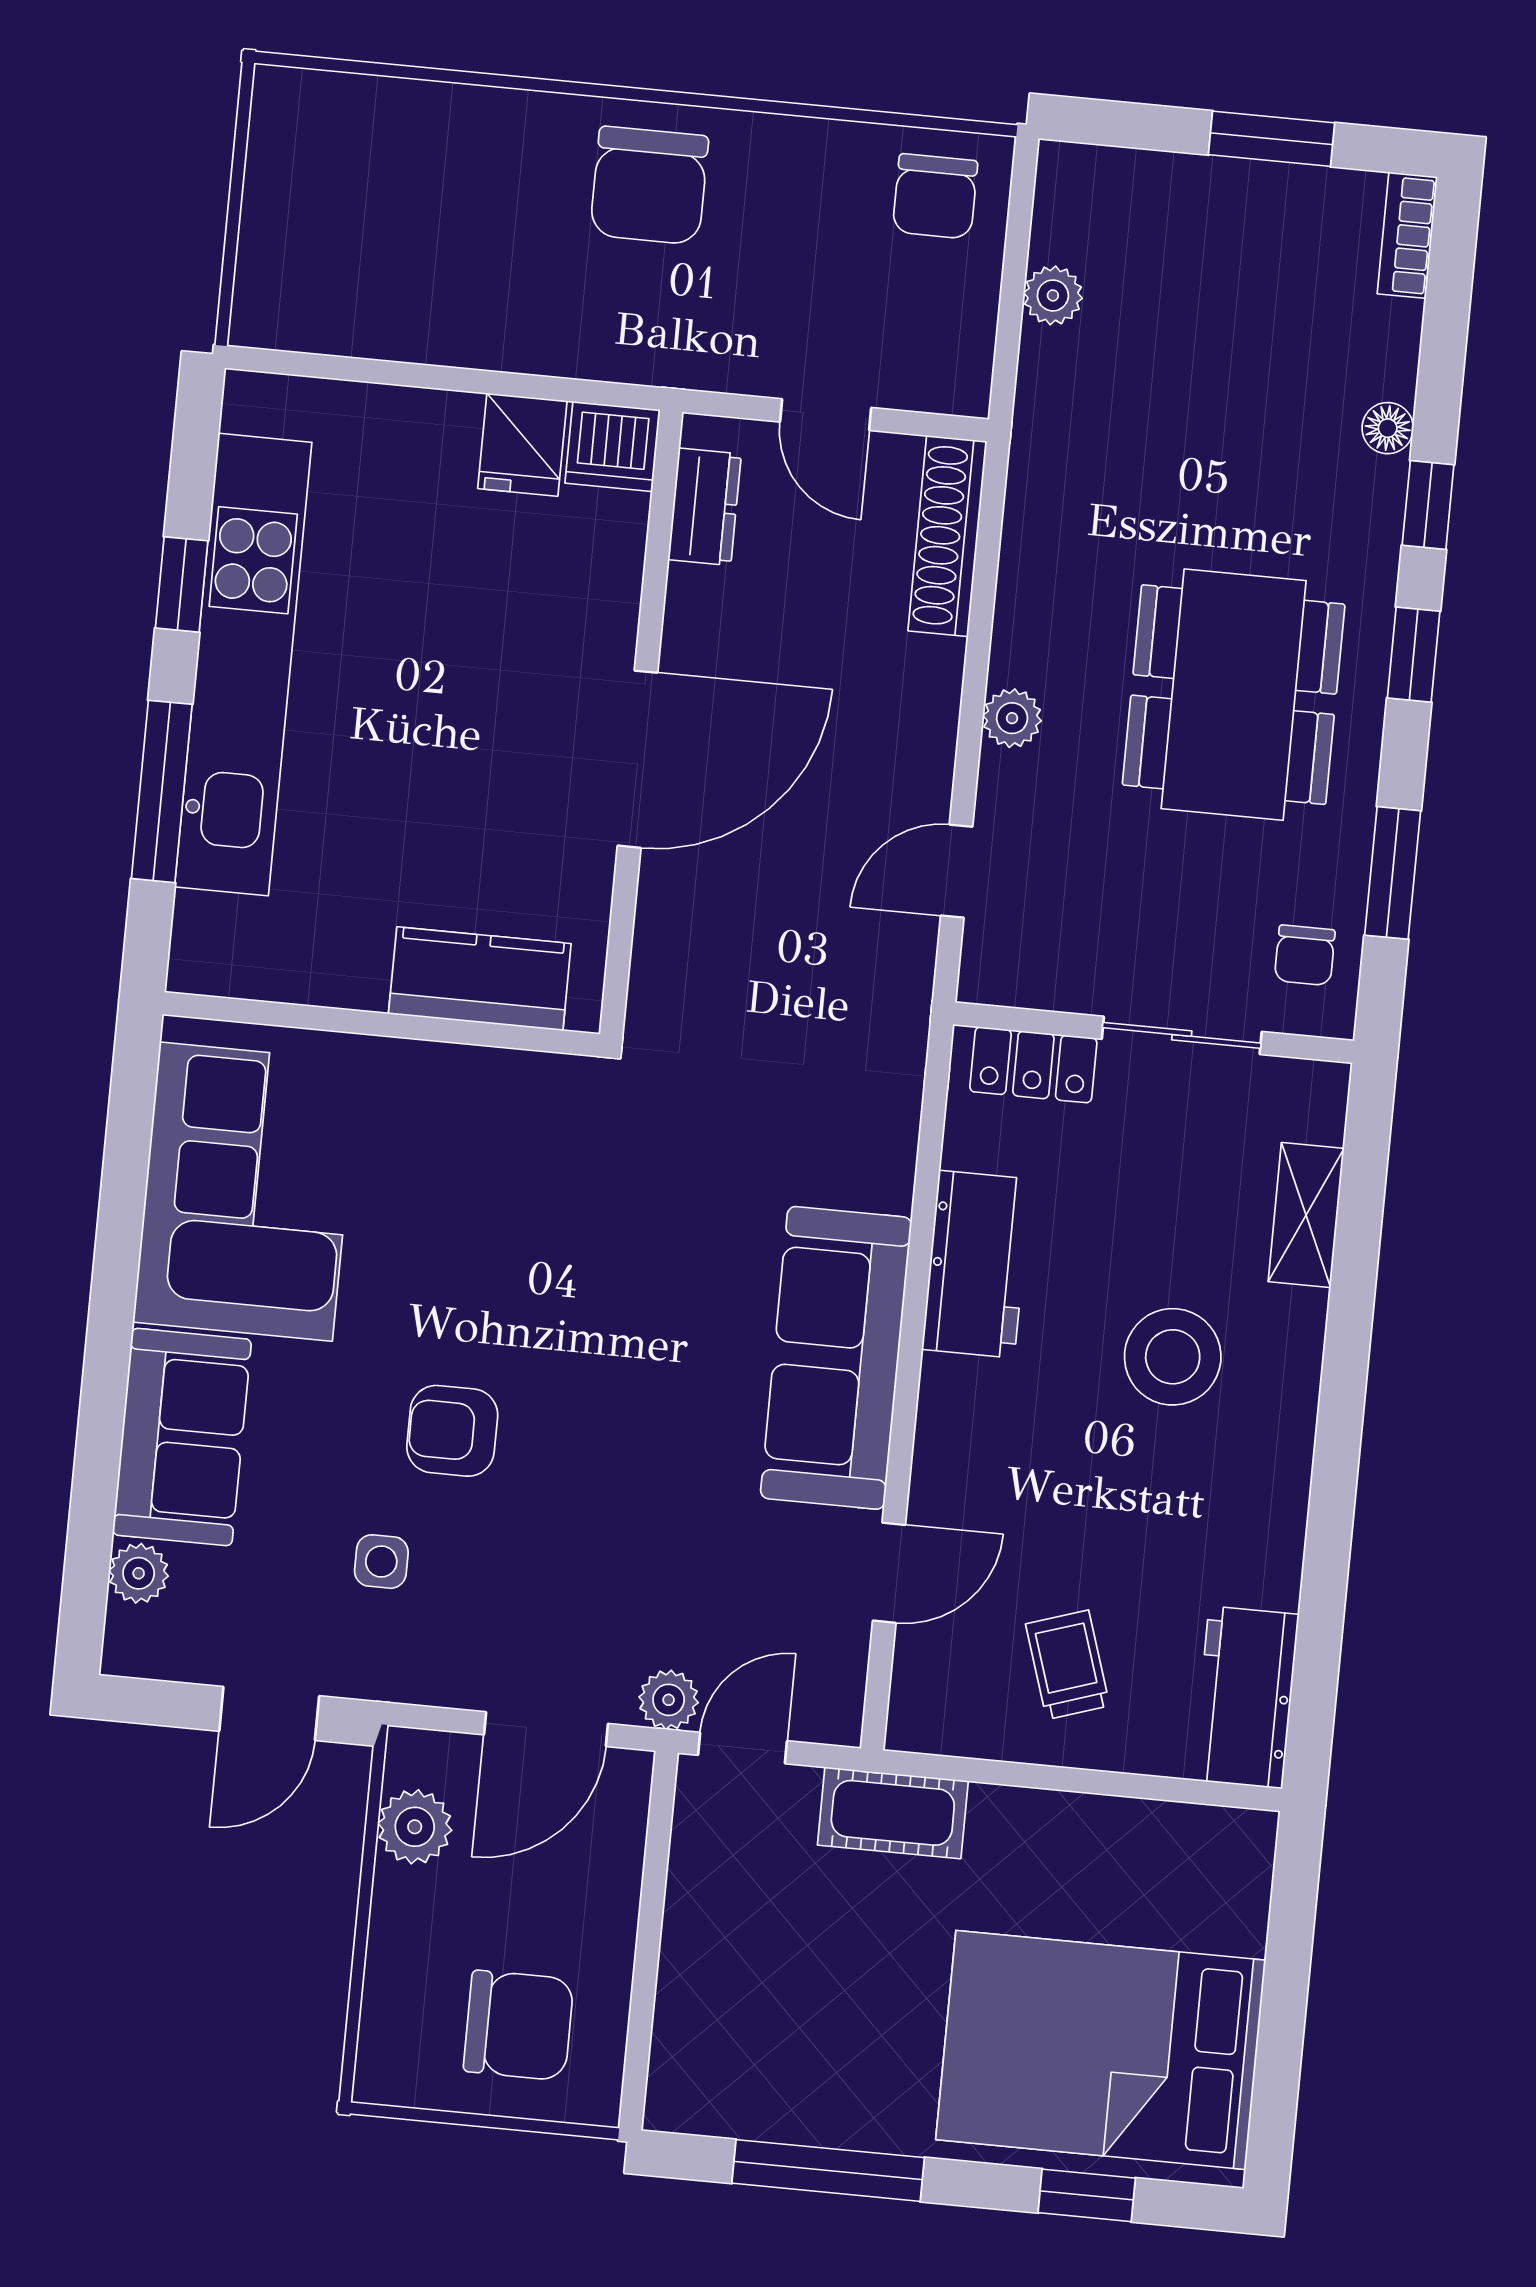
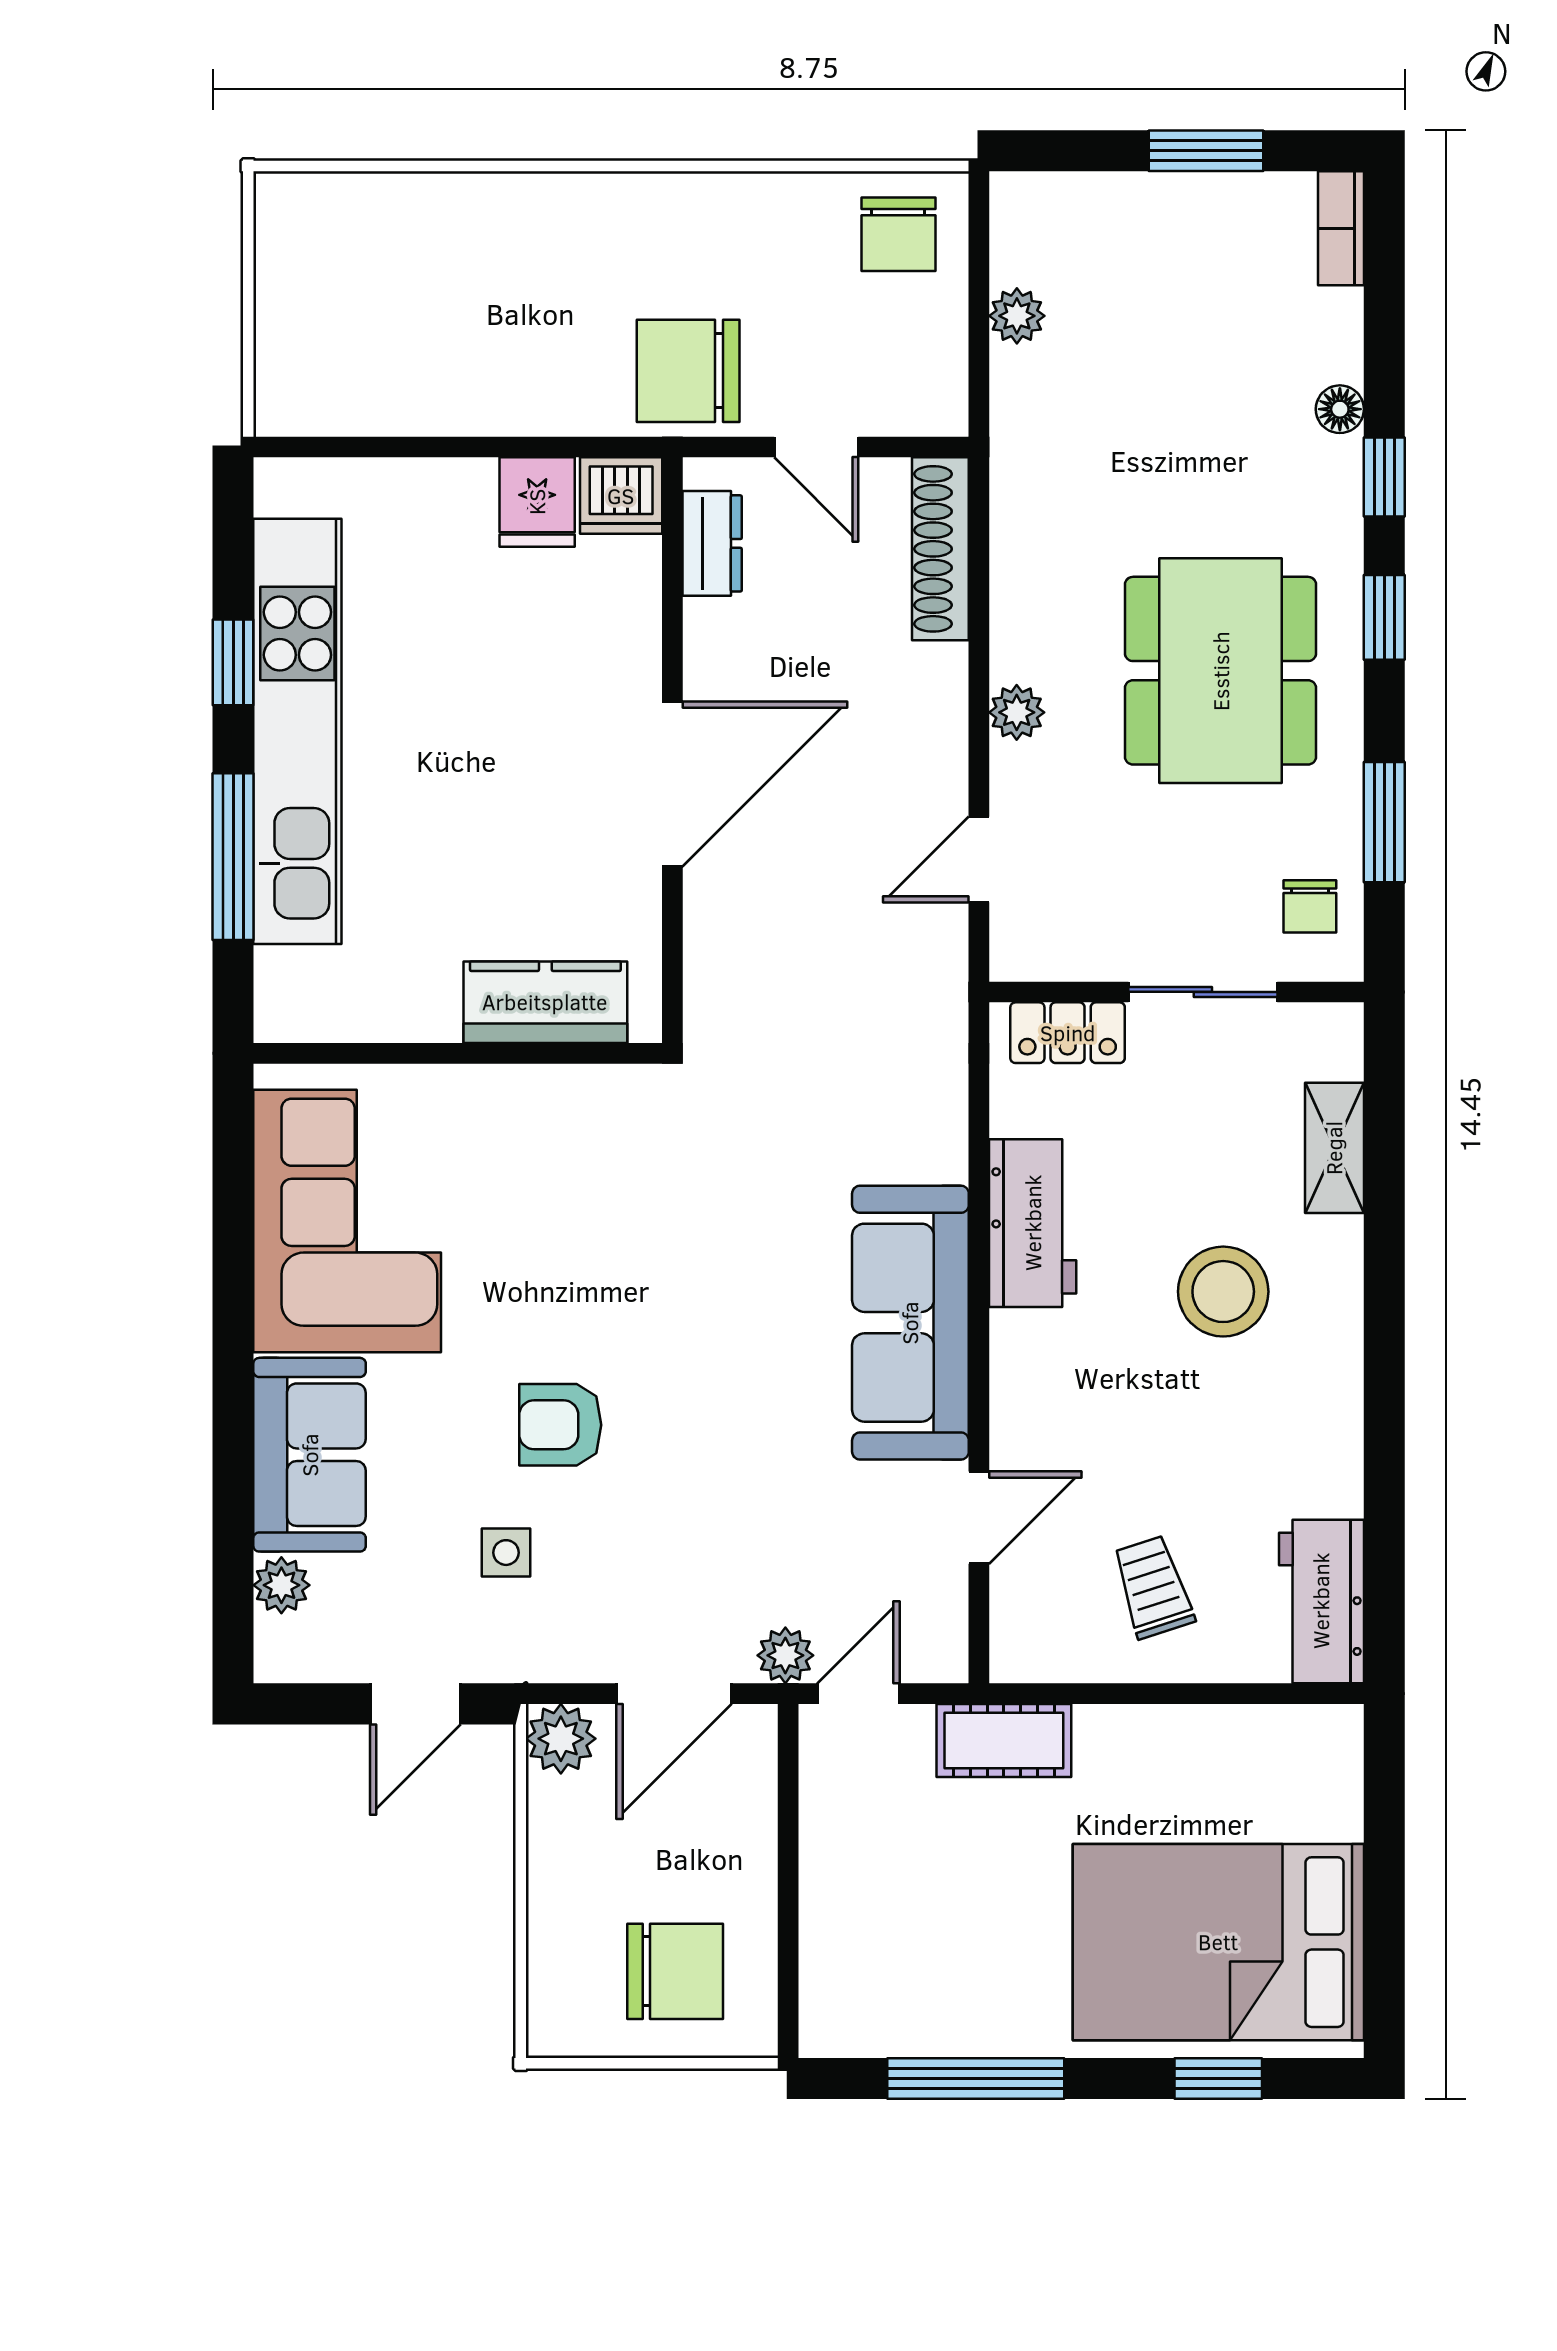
chair: (649, 185) -> (688, 371), moved, turned 90
plant: (415, 1827) -> (561, 1739), moved

